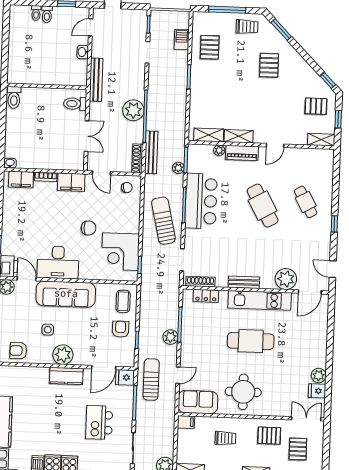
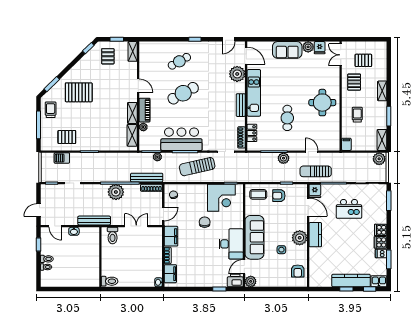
pallet: (269, 65) -> (79, 92), width x1.50, depth x1.42
cafe table: (251, 341) -> (287, 118), moved, width x0.73, depth x0.74
sofa: (198, 402) -> (287, 50), moved, turned -90

